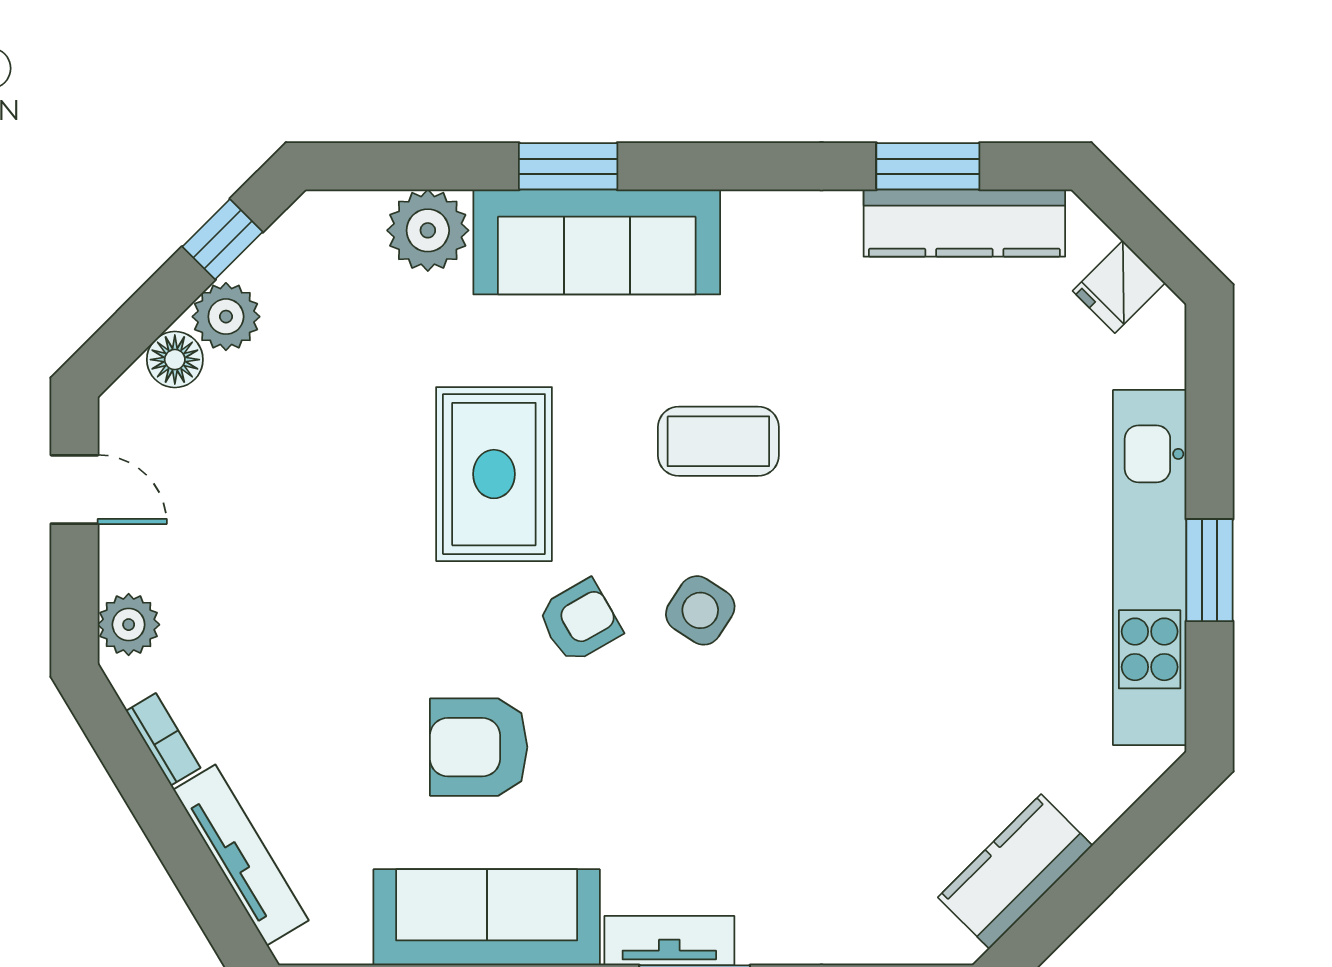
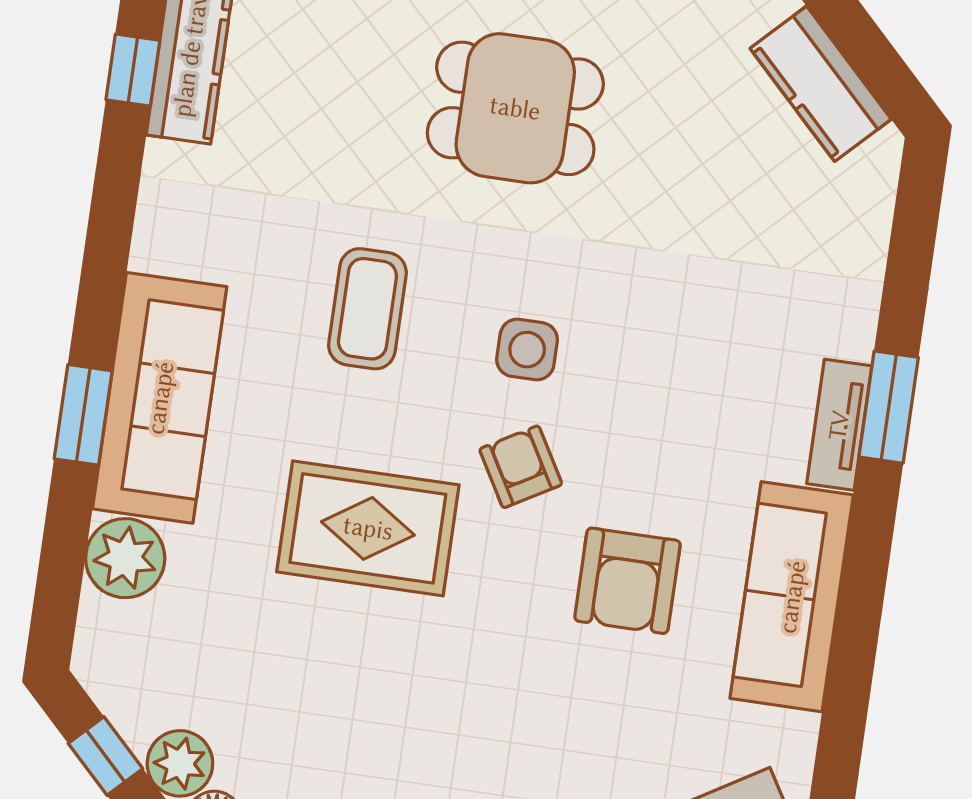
window: (928, 166) -> (133, 70), width x0.67
dining table: (945, 563) -> (515, 108), added
side table: (700, 610) -> (527, 350), turned -33

